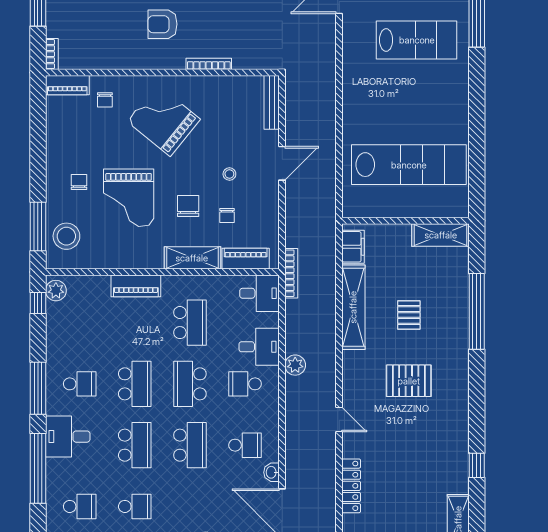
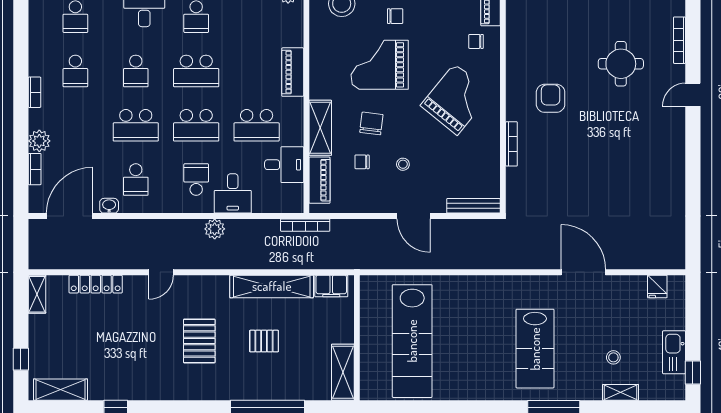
chair: (188, 206) -> (371, 123), turned -83
desk: (259, 293) -> (284, 165), moved, turned -90
school desk: (190, 384) -> (196, 125), turned 180
school desk: (135, 445) -> (136, 71), width x0.54

